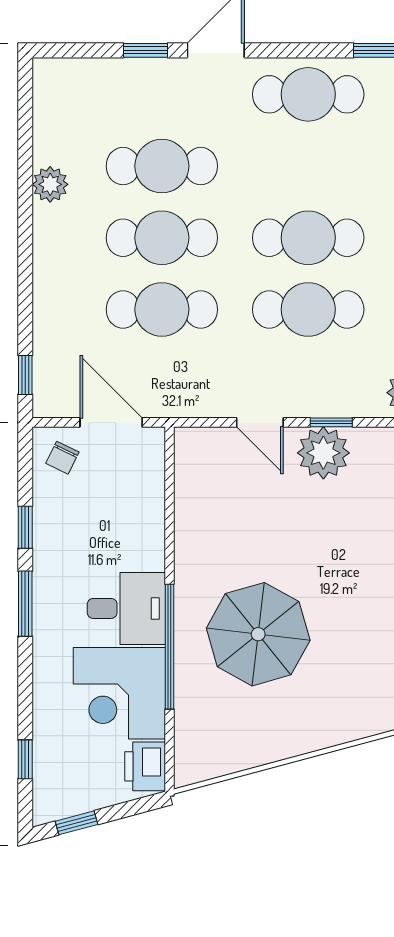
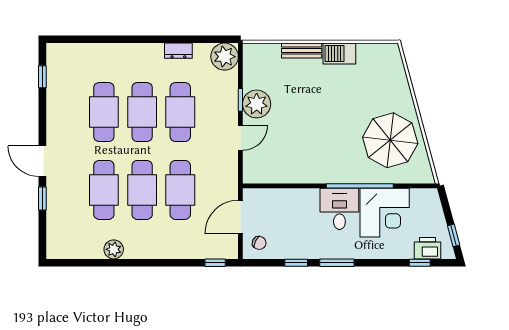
cafe table: (308, 94) -> (104, 112), moved
parasol: (258, 634) -> (390, 140), moved
printer: (145, 766) -> (427, 248), moved, turned 180

